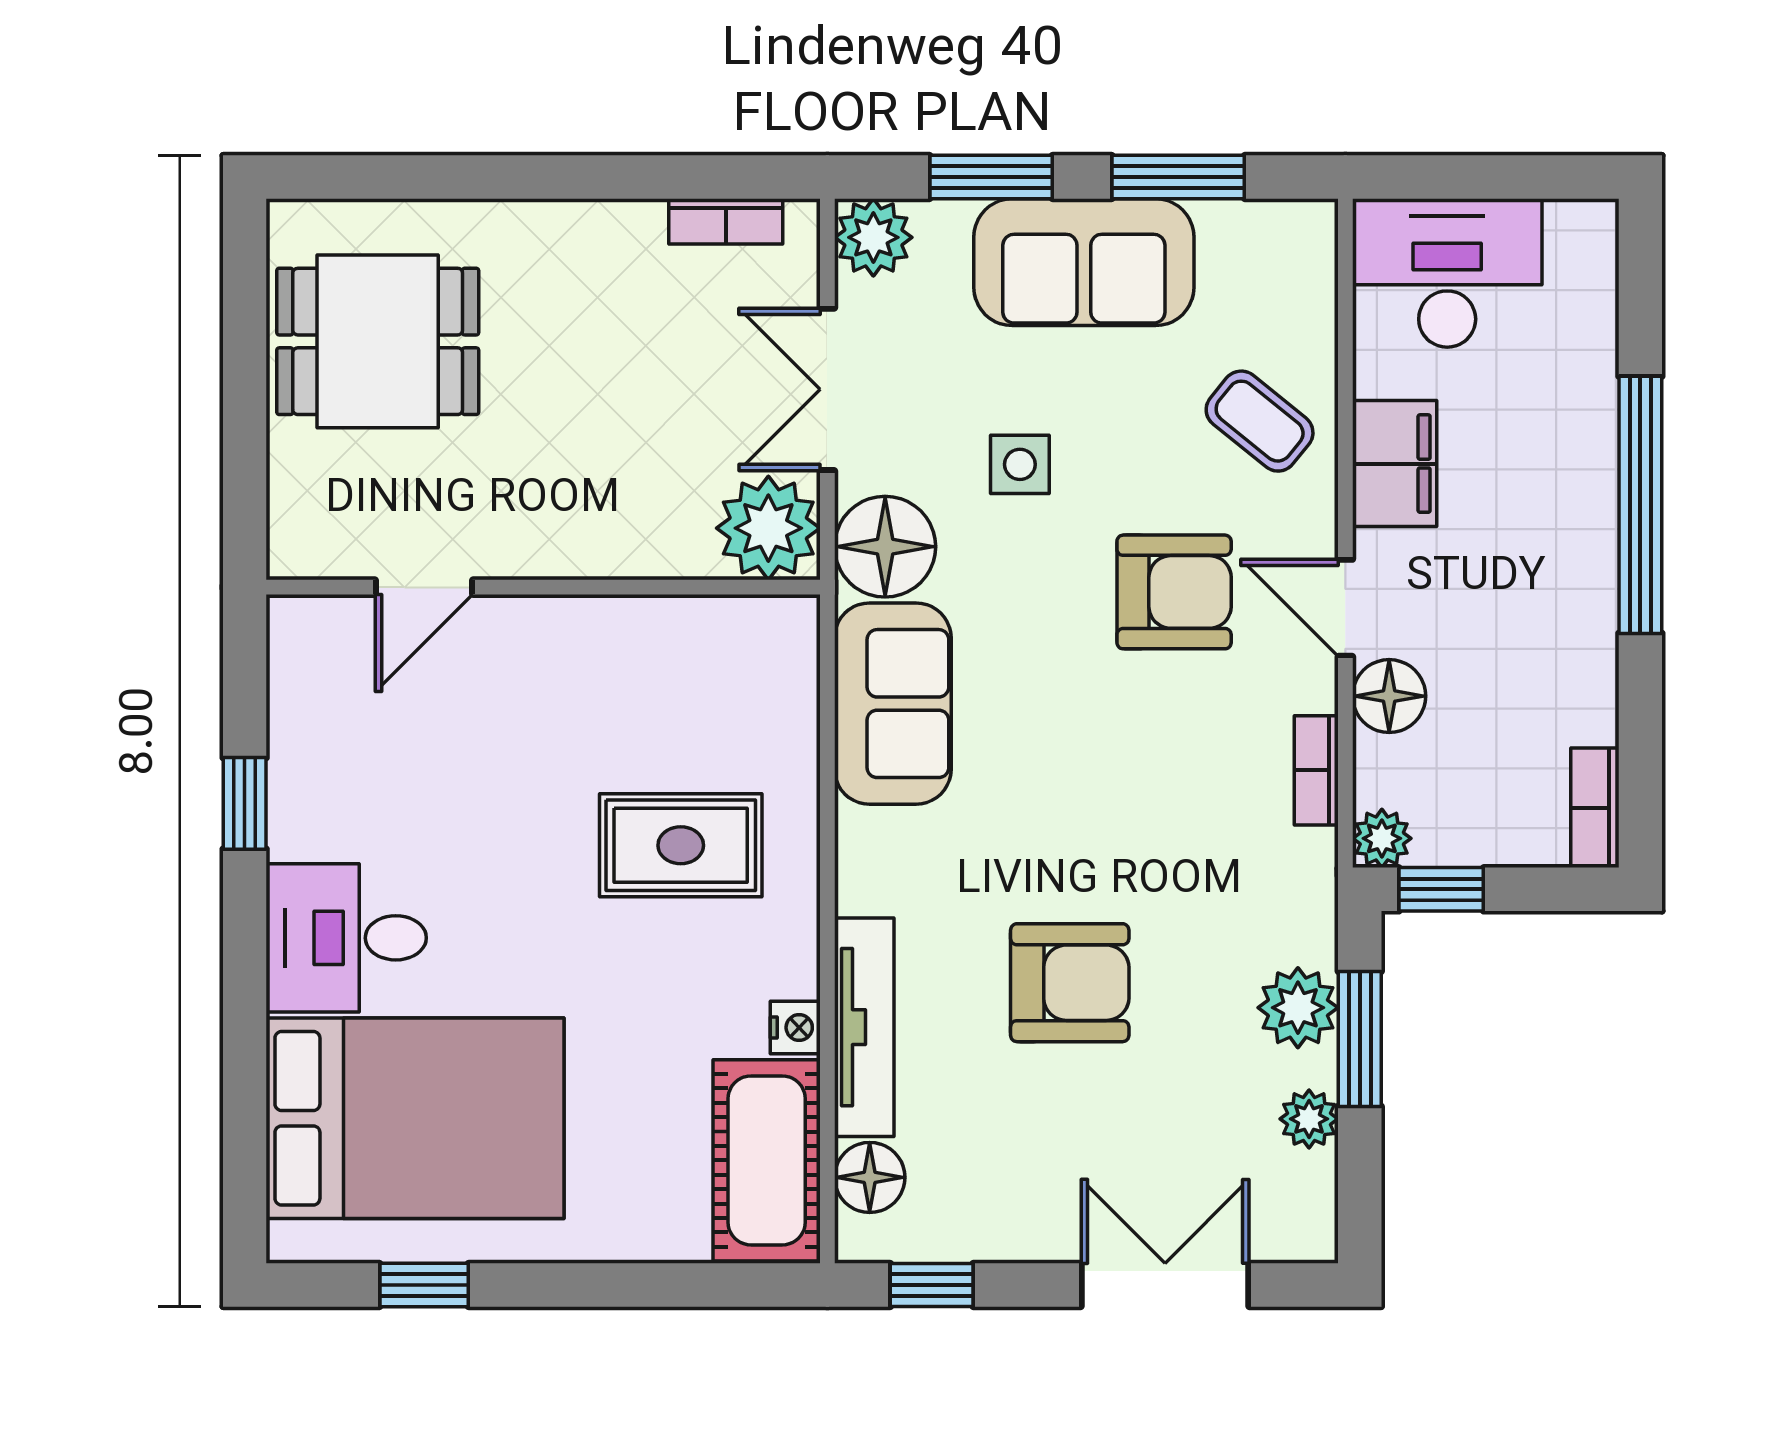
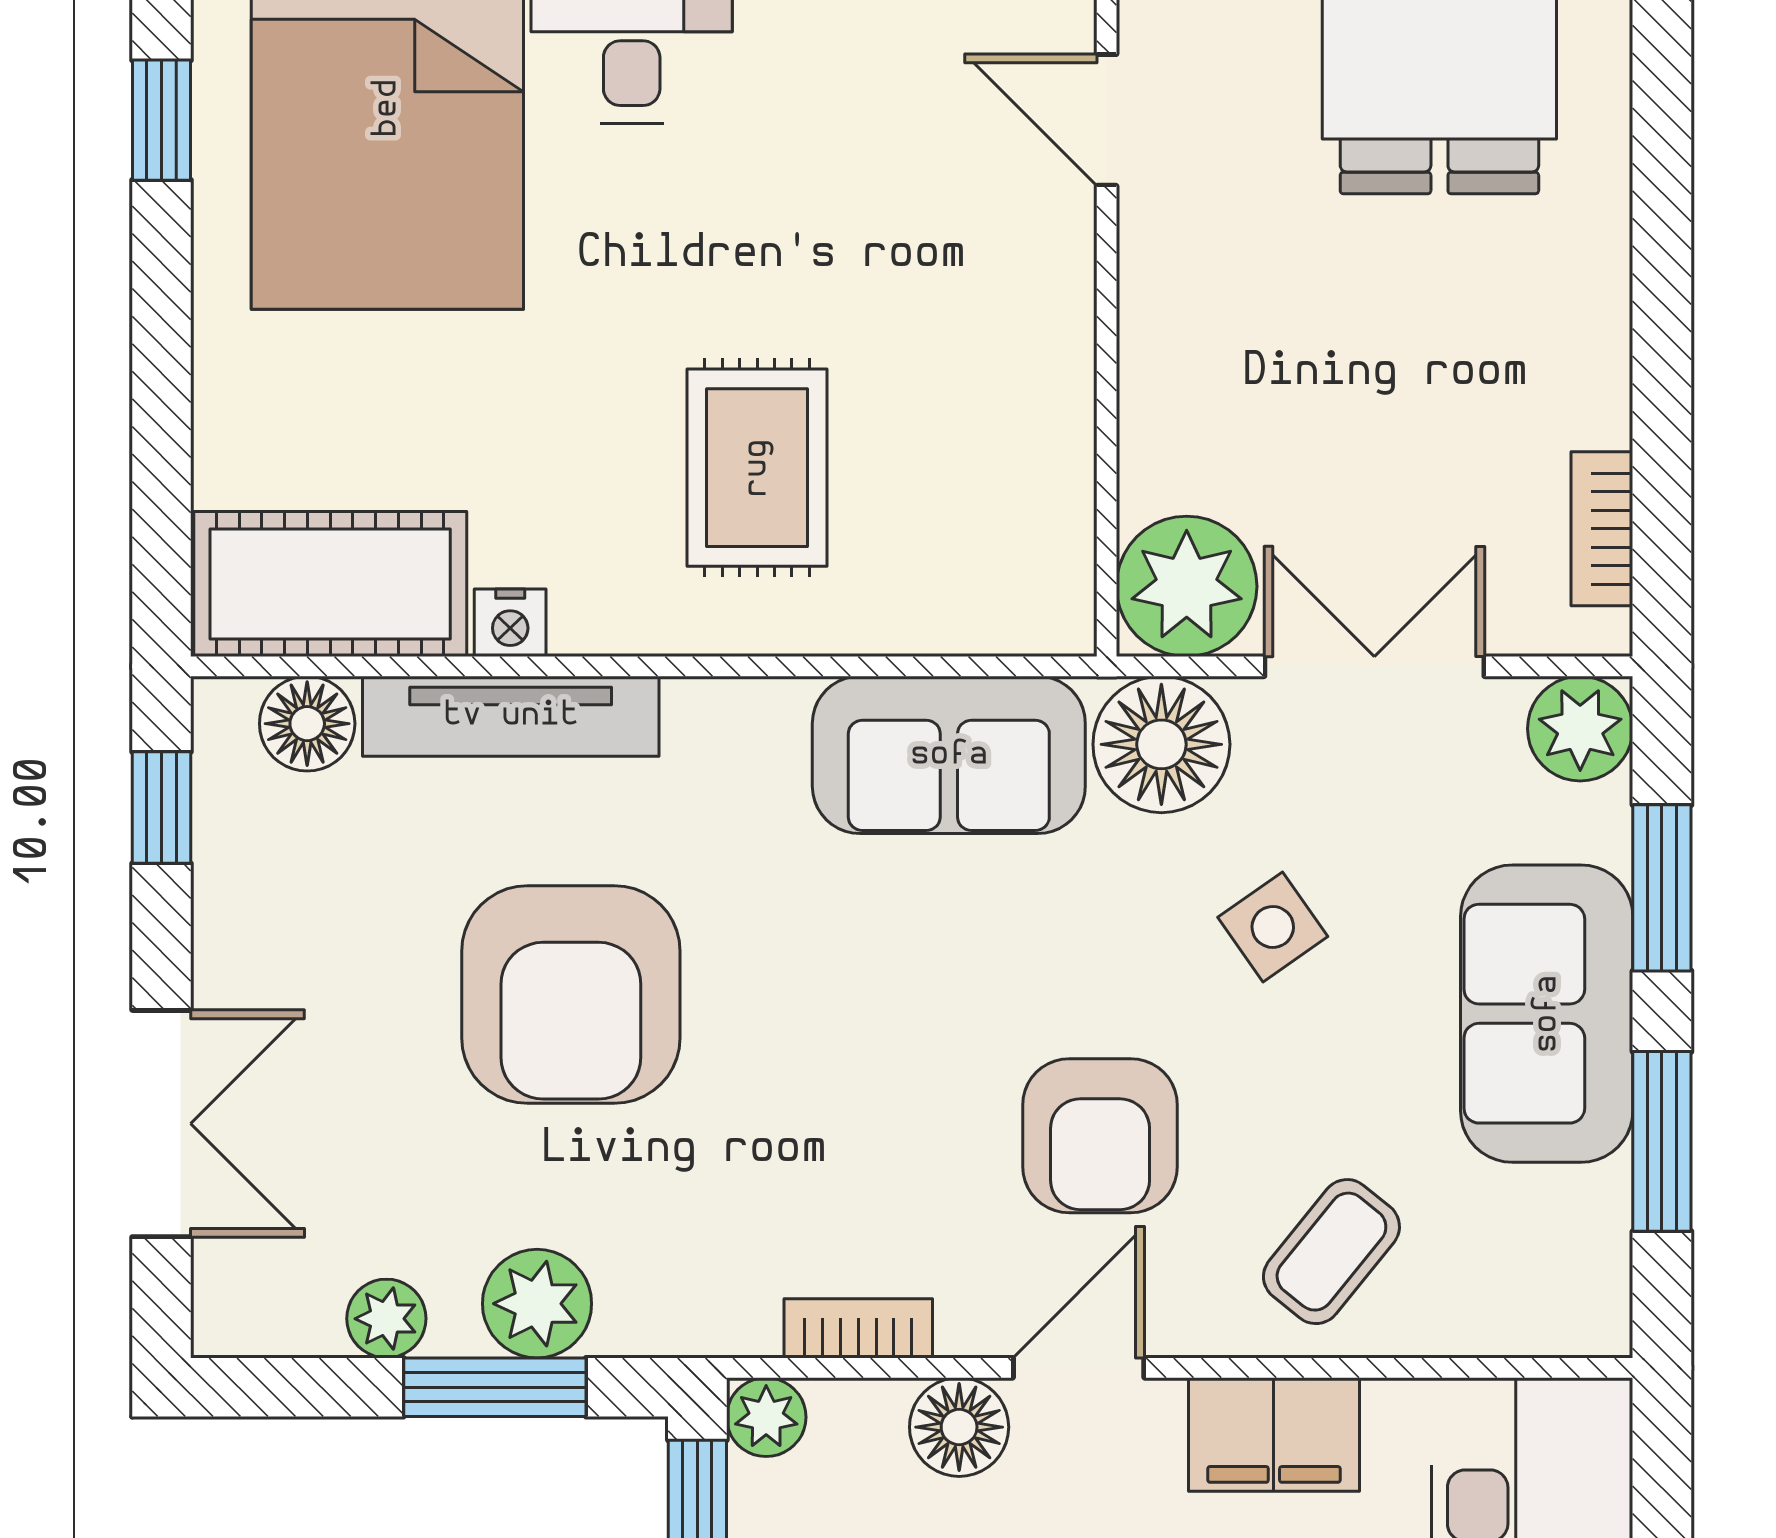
side table: (1020, 464) -> (1273, 927), turned -35
armchair: (1070, 983) -> (571, 995), width x1.36, depth x1.36

